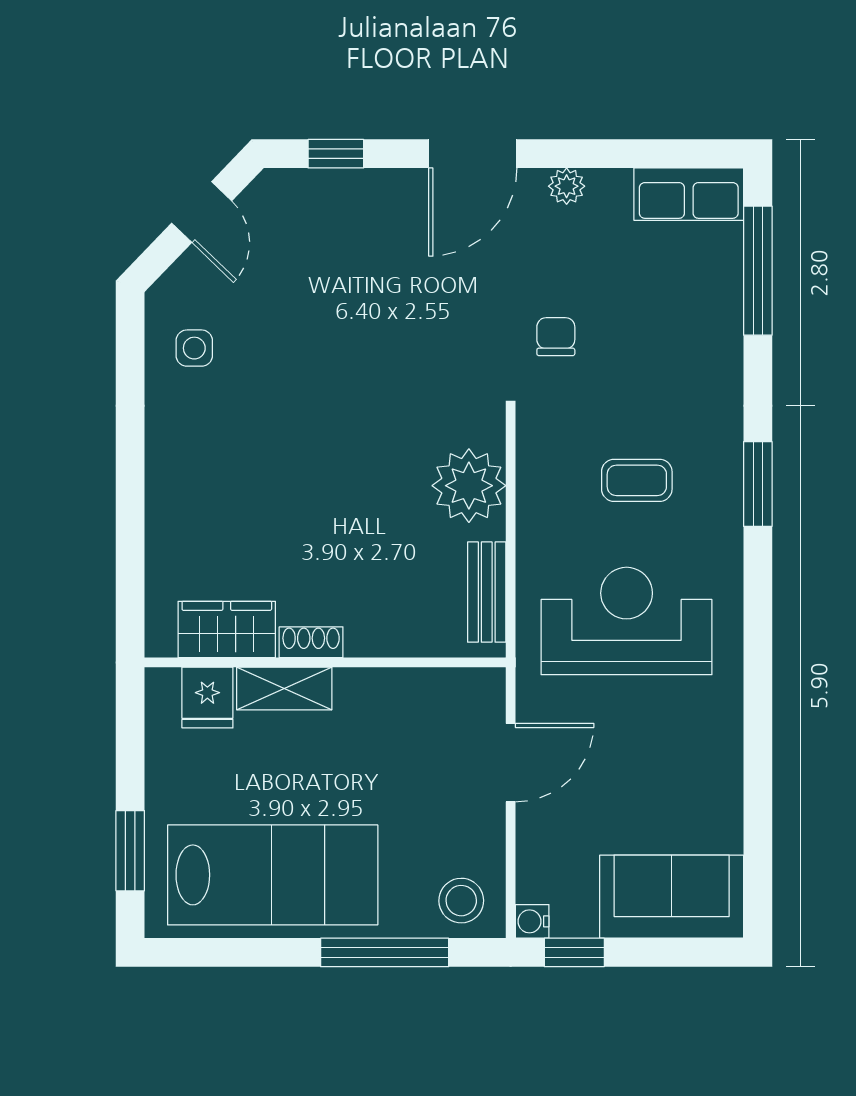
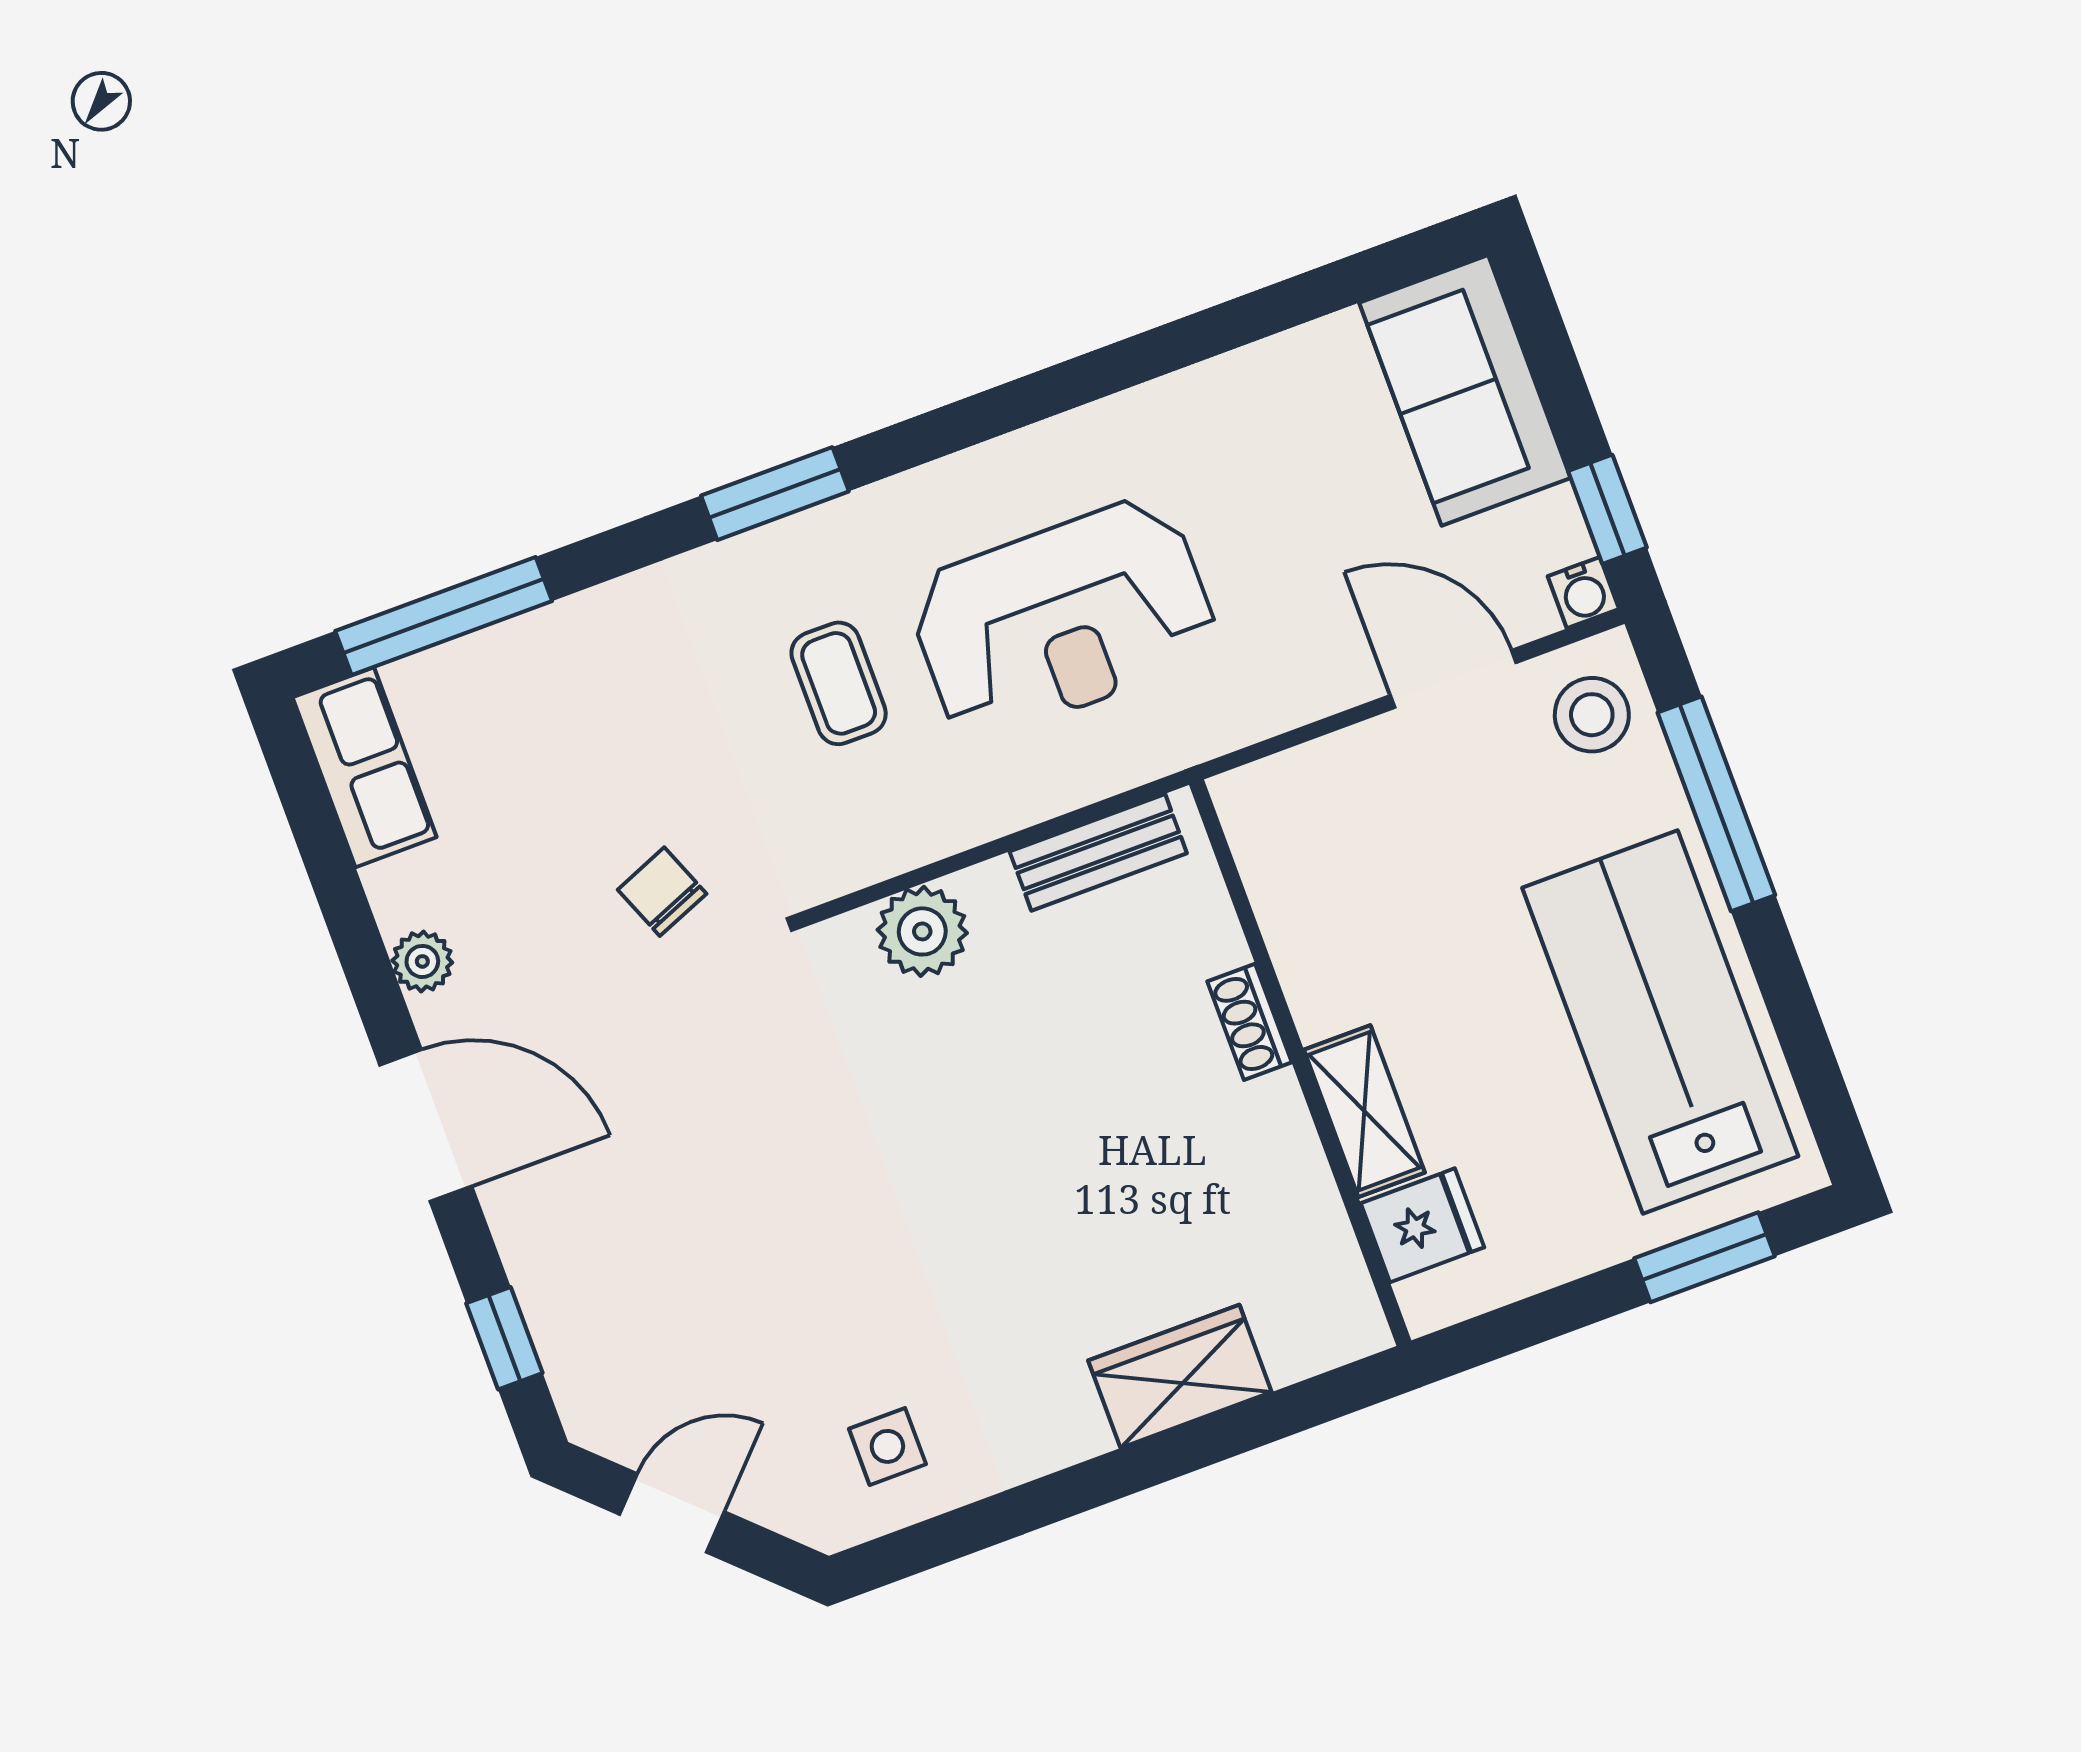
chair: (556, 337) -> (662, 892), turned 68
plant: (469, 486) -> (922, 931), width x0.73, depth x0.73
reception desk: (627, 621) -> (1063, 619), turned -90
wardrobe: (227, 629) -> (1180, 1376), moved, turned 90
shoe rack: (311, 642) -> (1250, 1022), moved
door: (511, 763) -> (1453, 679), moved

